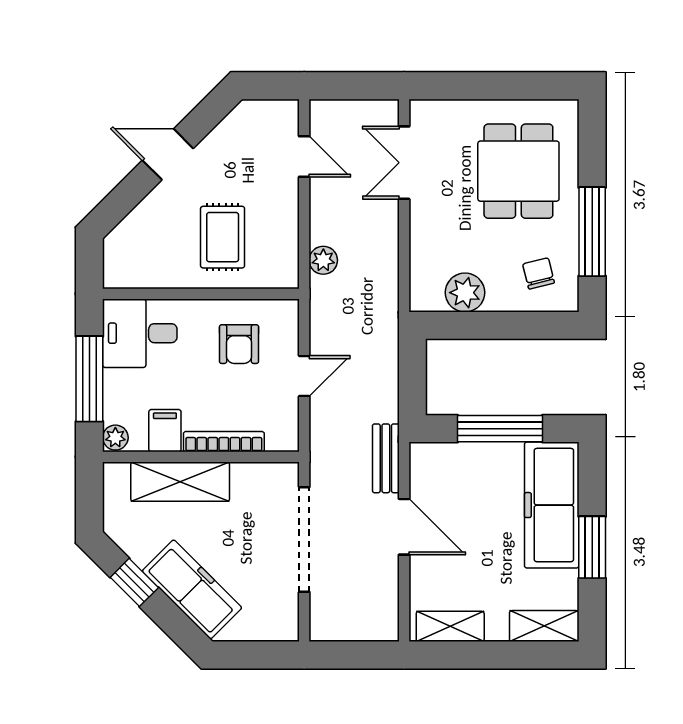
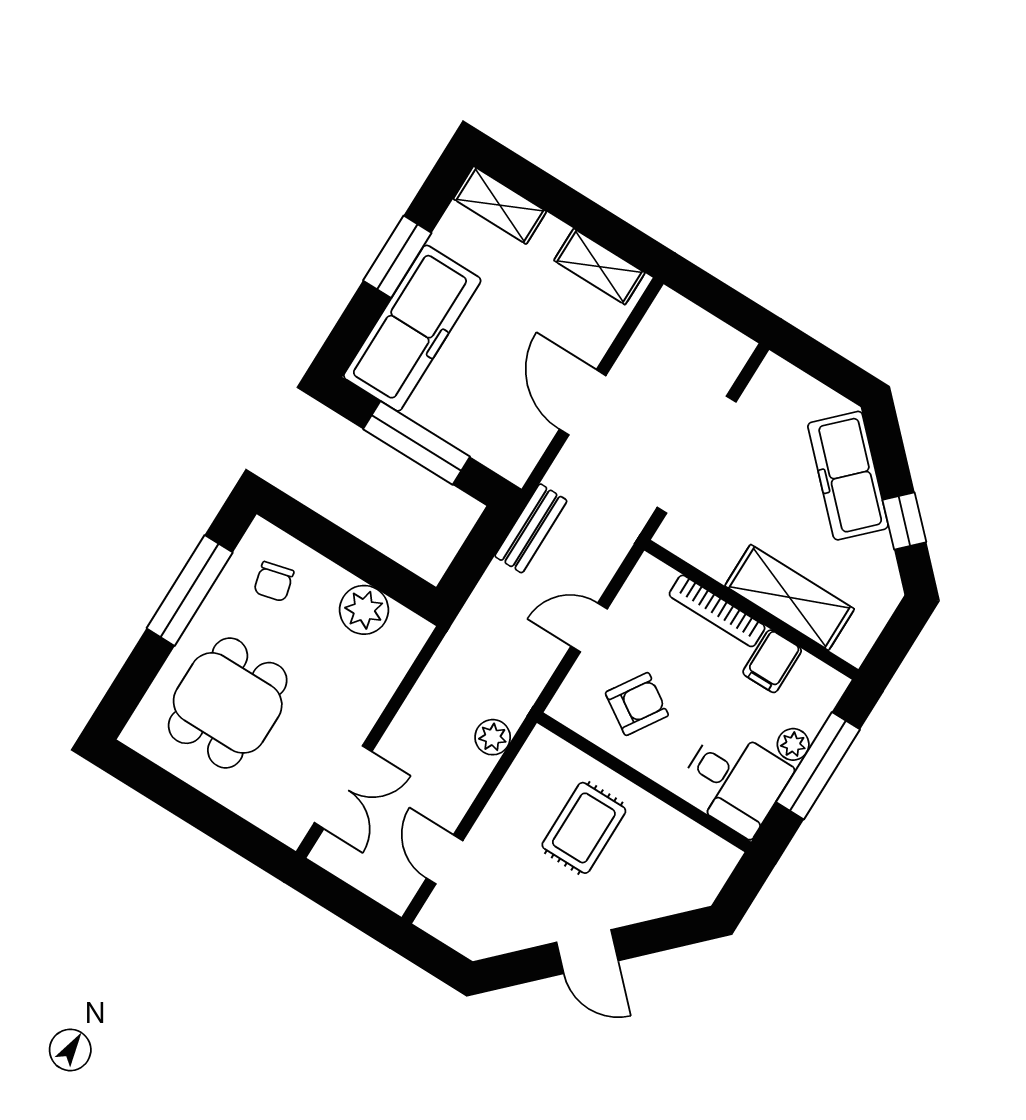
armchair: (239, 344) -> (637, 704), turned 33
plant: (115, 438) -> (793, 744), moved
bench: (386, 458) -> (531, 528), moved

